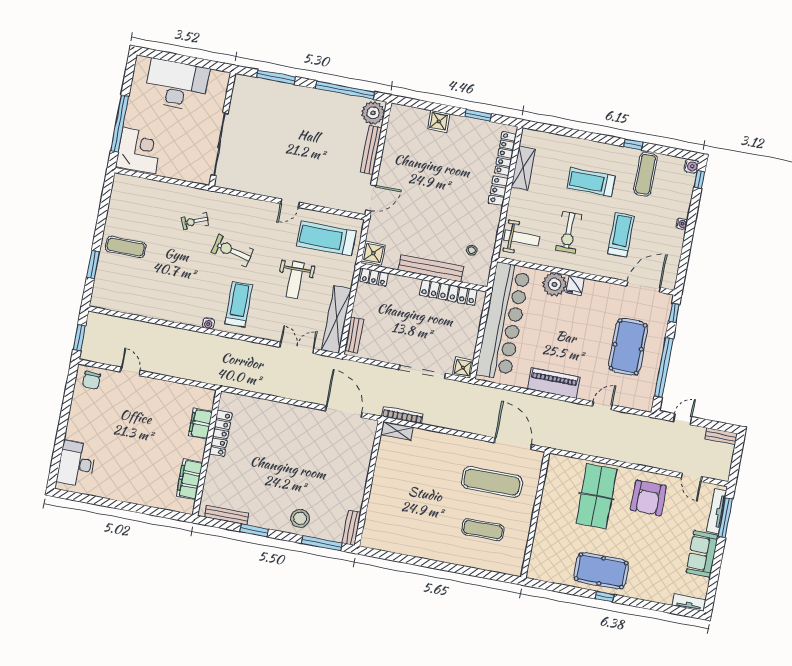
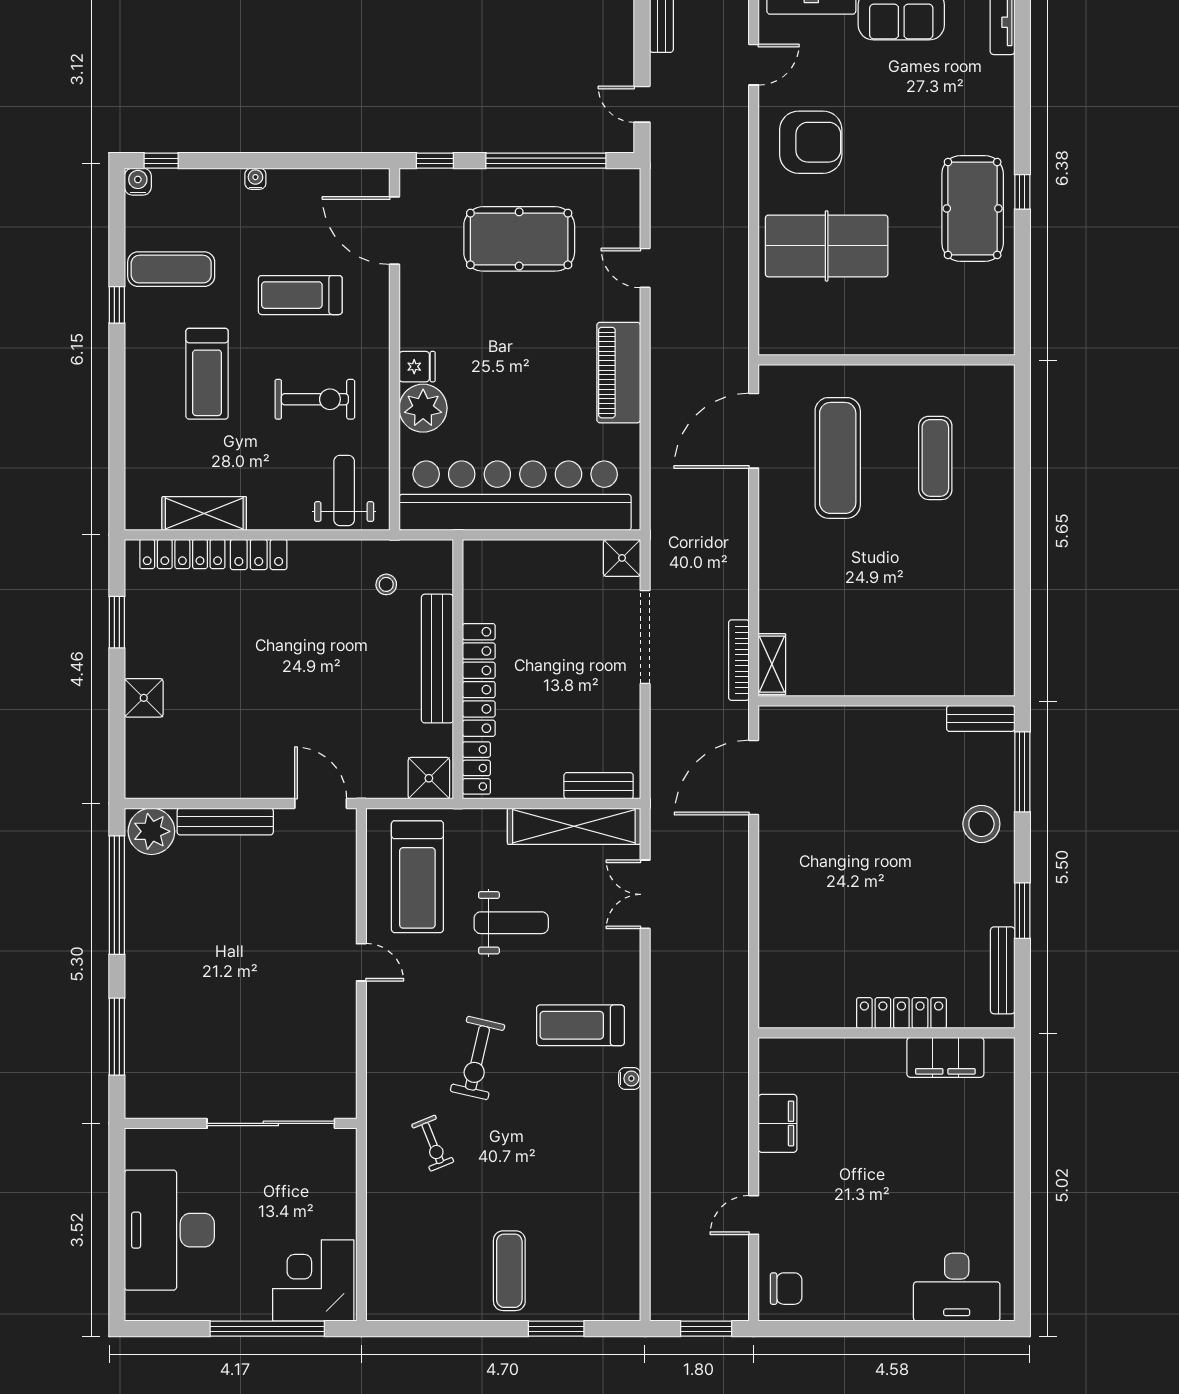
locker: (448, 292) -> (479, 680), moved
filing cabinet: (200, 424) -> (778, 1123), moved, turned -90
locker: (221, 434) -> (901, 1013), moved

